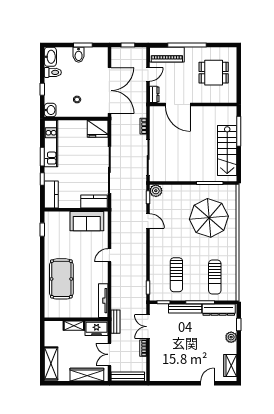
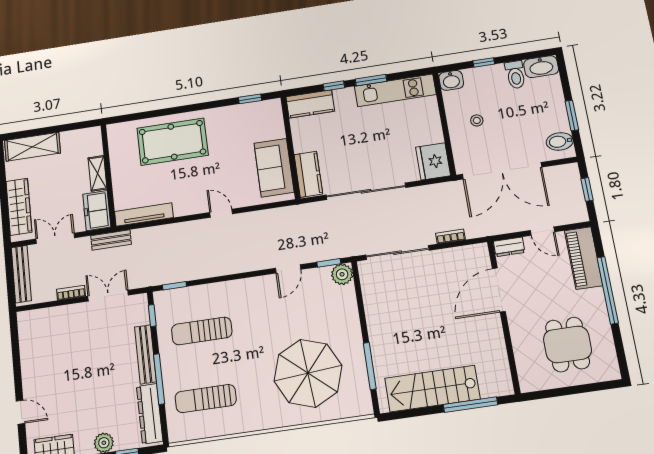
bidet: (79, 55) -> (560, 141), moved

